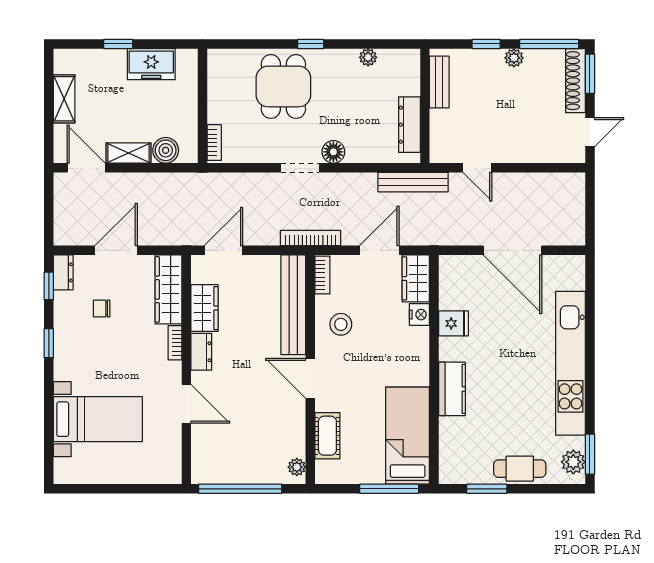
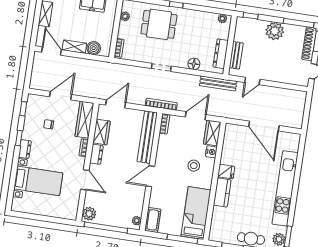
window: (486, 44) -> (251, 16), moved
plant: (368, 57) -> (222, 19), moved
plant: (514, 58) -> (275, 31), width x1.88, depth x1.88
plant: (216, 81) -> (125, 16), added
bench: (439, 82) -> (236, 55), moved
dining table: (283, 86) -> (159, 24), turned 90
floor lamp: (333, 152) -> (194, 64), moved
door: (477, 168) -> (252, 81), hinge flipped
dresser: (63, 272) -> (25, 149), moved
fridge: (454, 323) -> (226, 172), moved
stool: (341, 324) -> (194, 166), moved
door: (310, 378) -> (150, 176), hinge flipped
cot: (327, 436) -> (153, 220), moved
plant: (204, 467) -> (89, 214), added

